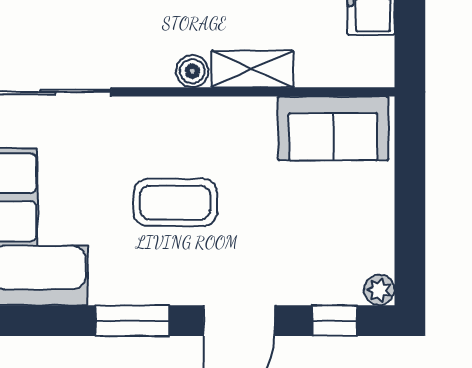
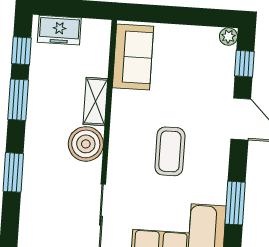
boiler: (192, 71) -> (86, 144), width x1.86, depth x1.86
window: (132, 321) -> (235, 203), moved

